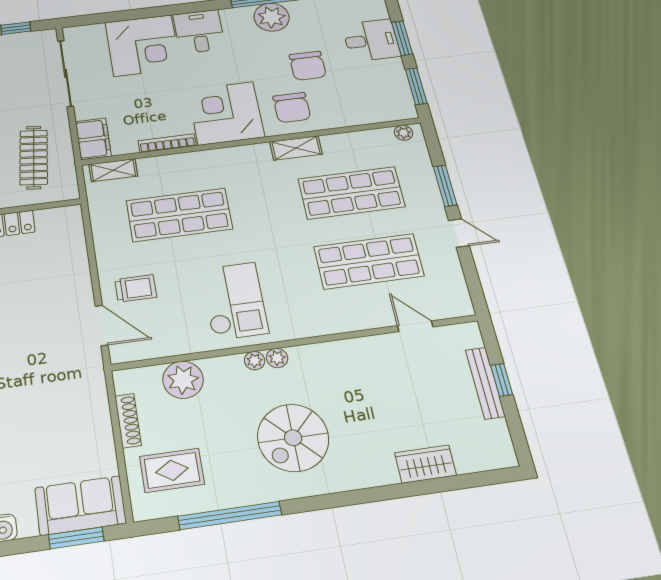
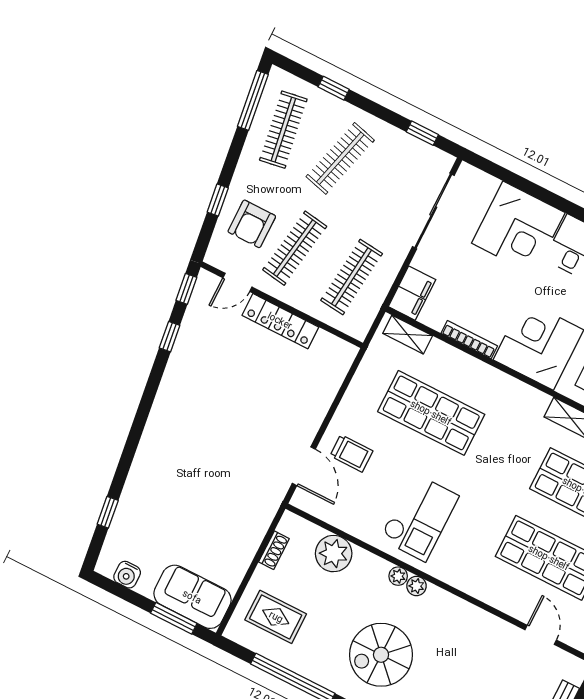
shoe rack: (128, 421) -> (274, 550), width x0.70

